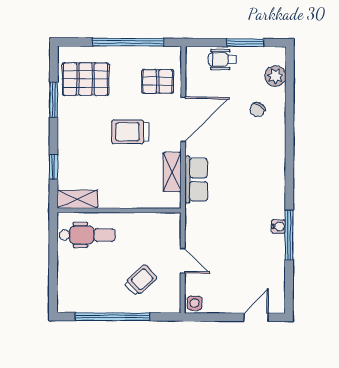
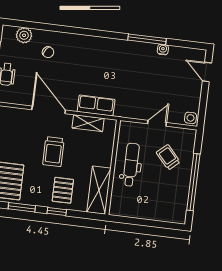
pallet: (158, 81) -> (63, 190), moved
window: (53, 167) -> (57, 212), moved
shelving: (77, 199) -> (99, 190), width x1.50, depth x1.33
water cooler: (278, 226) -> (163, 50), moved
dental chair: (87, 235) -> (131, 165), moved

